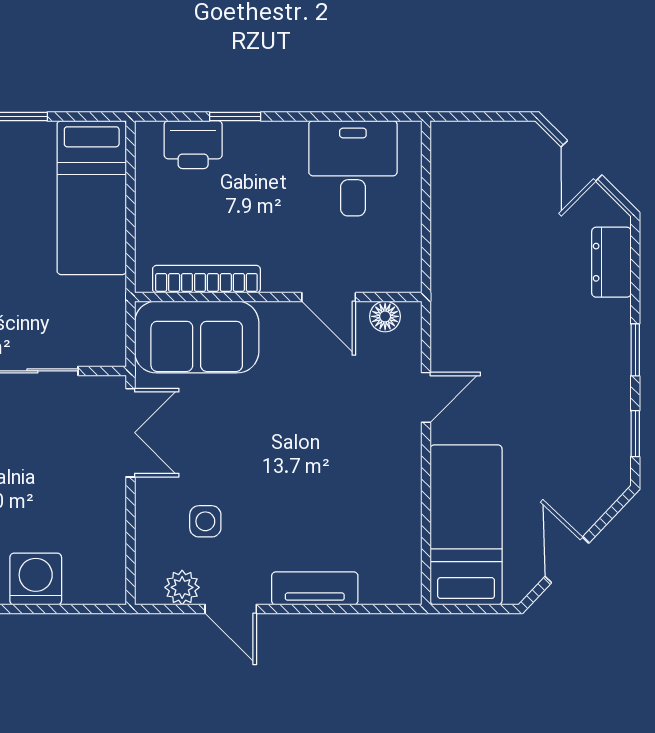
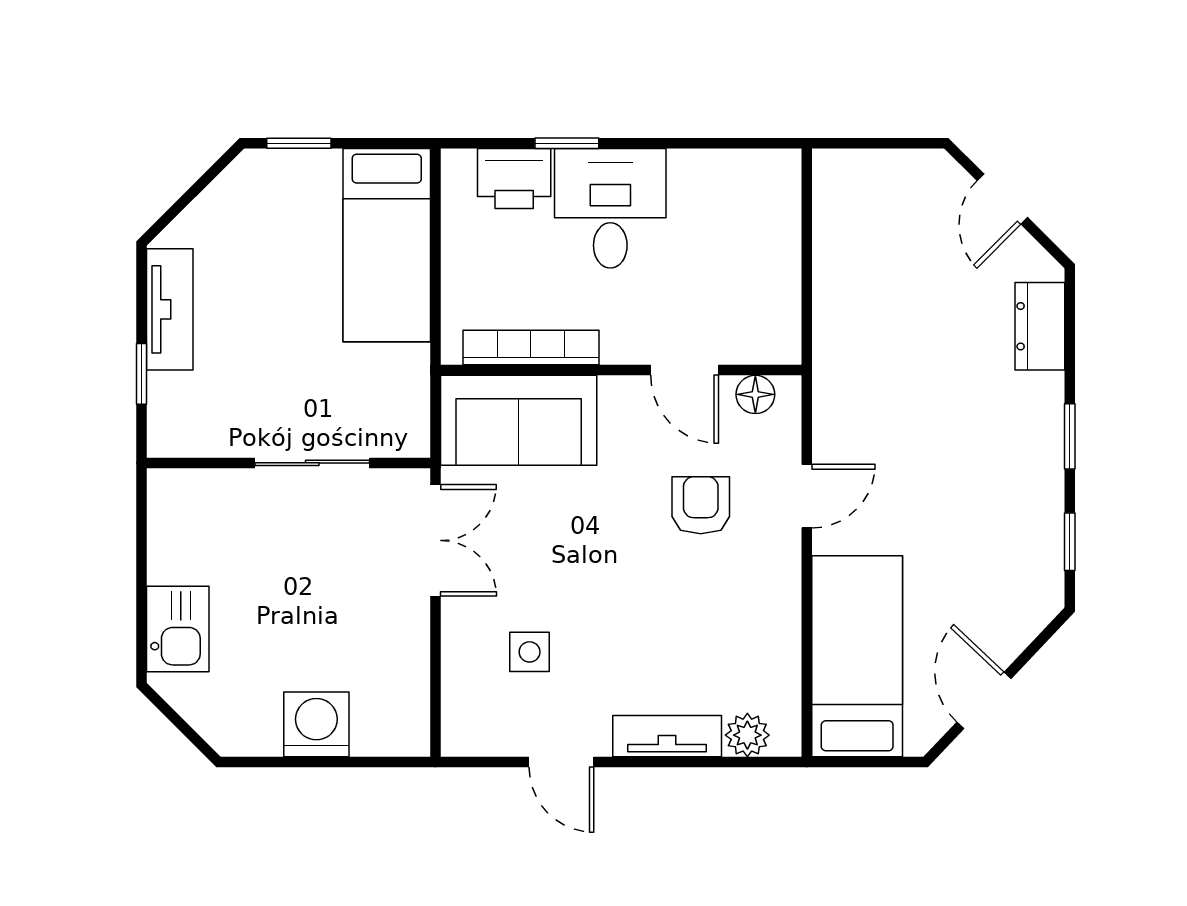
desk: (353, 168) -> (610, 208), moved
armchair: (342, 405) -> (701, 505), added
plant: (182, 587) -> (747, 735), moved

